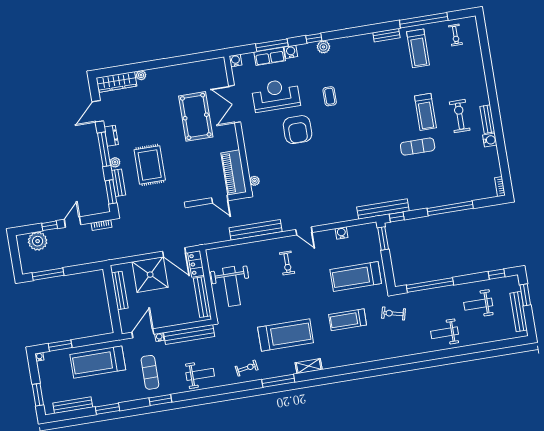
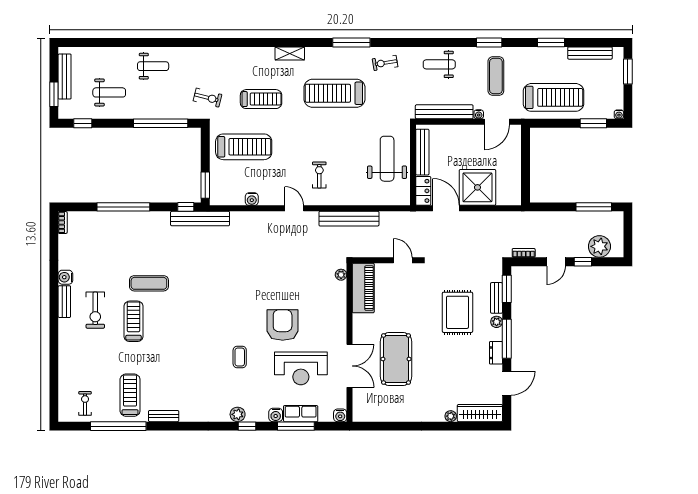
door: (220, 199) -> (403, 260), moved
bench: (120, 290) -> (515, 175), removed
shelving: (309, 366) -> (290, 53), moved

